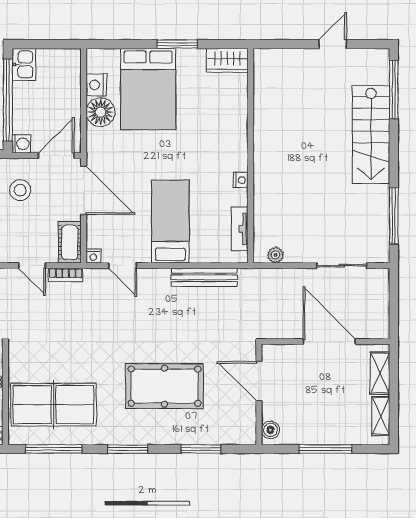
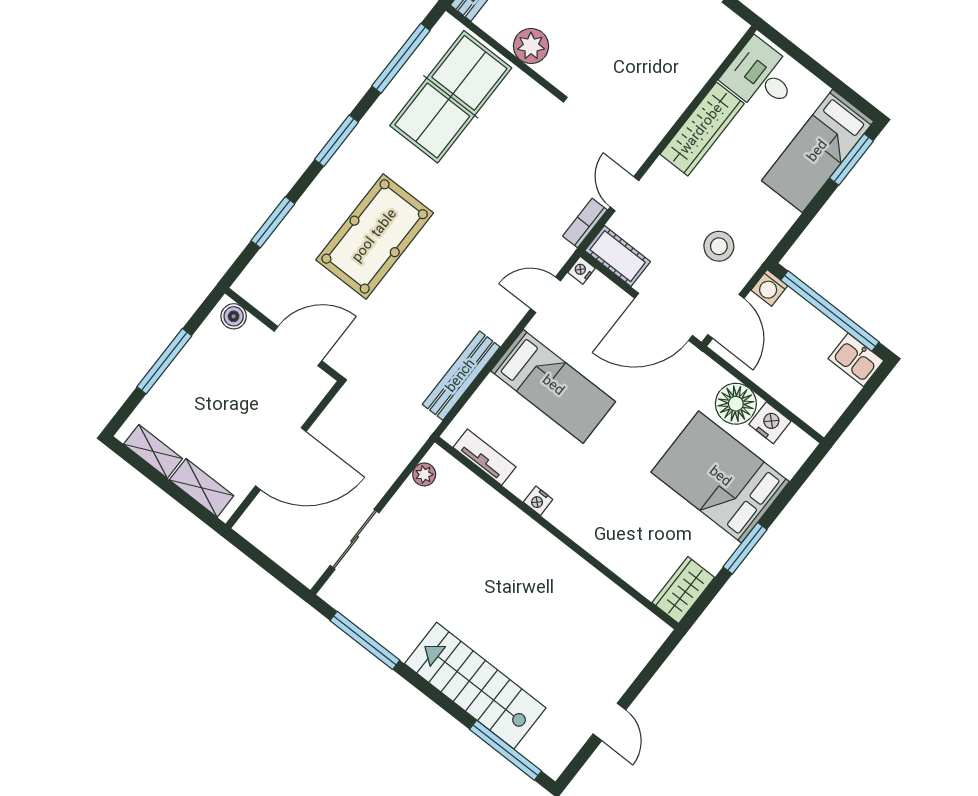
door: (32, 266) -> (624, 194), hinge flipped

